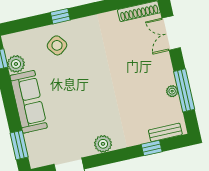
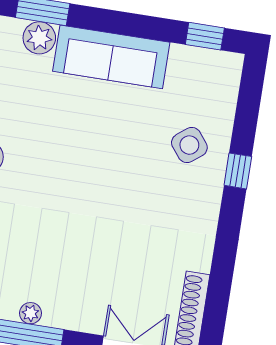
plant: (16, 64) -> (39, 38), moved

